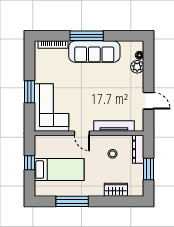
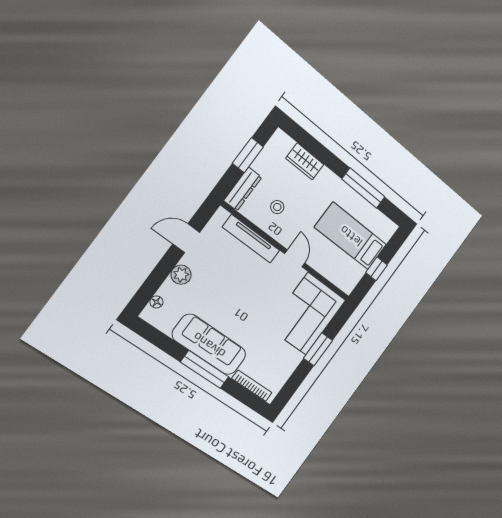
plant: (137, 67) -> (181, 275), moved
door: (148, 101) -> (186, 238), hinge flipped

